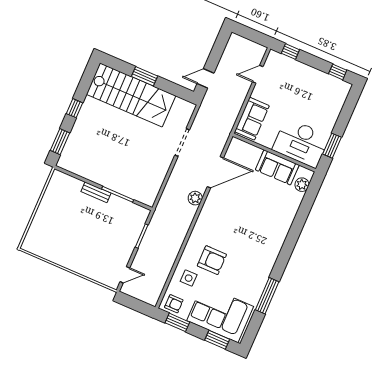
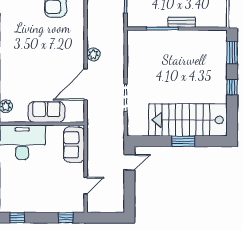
sofa: (277, 167) -> (46, 112), moved

